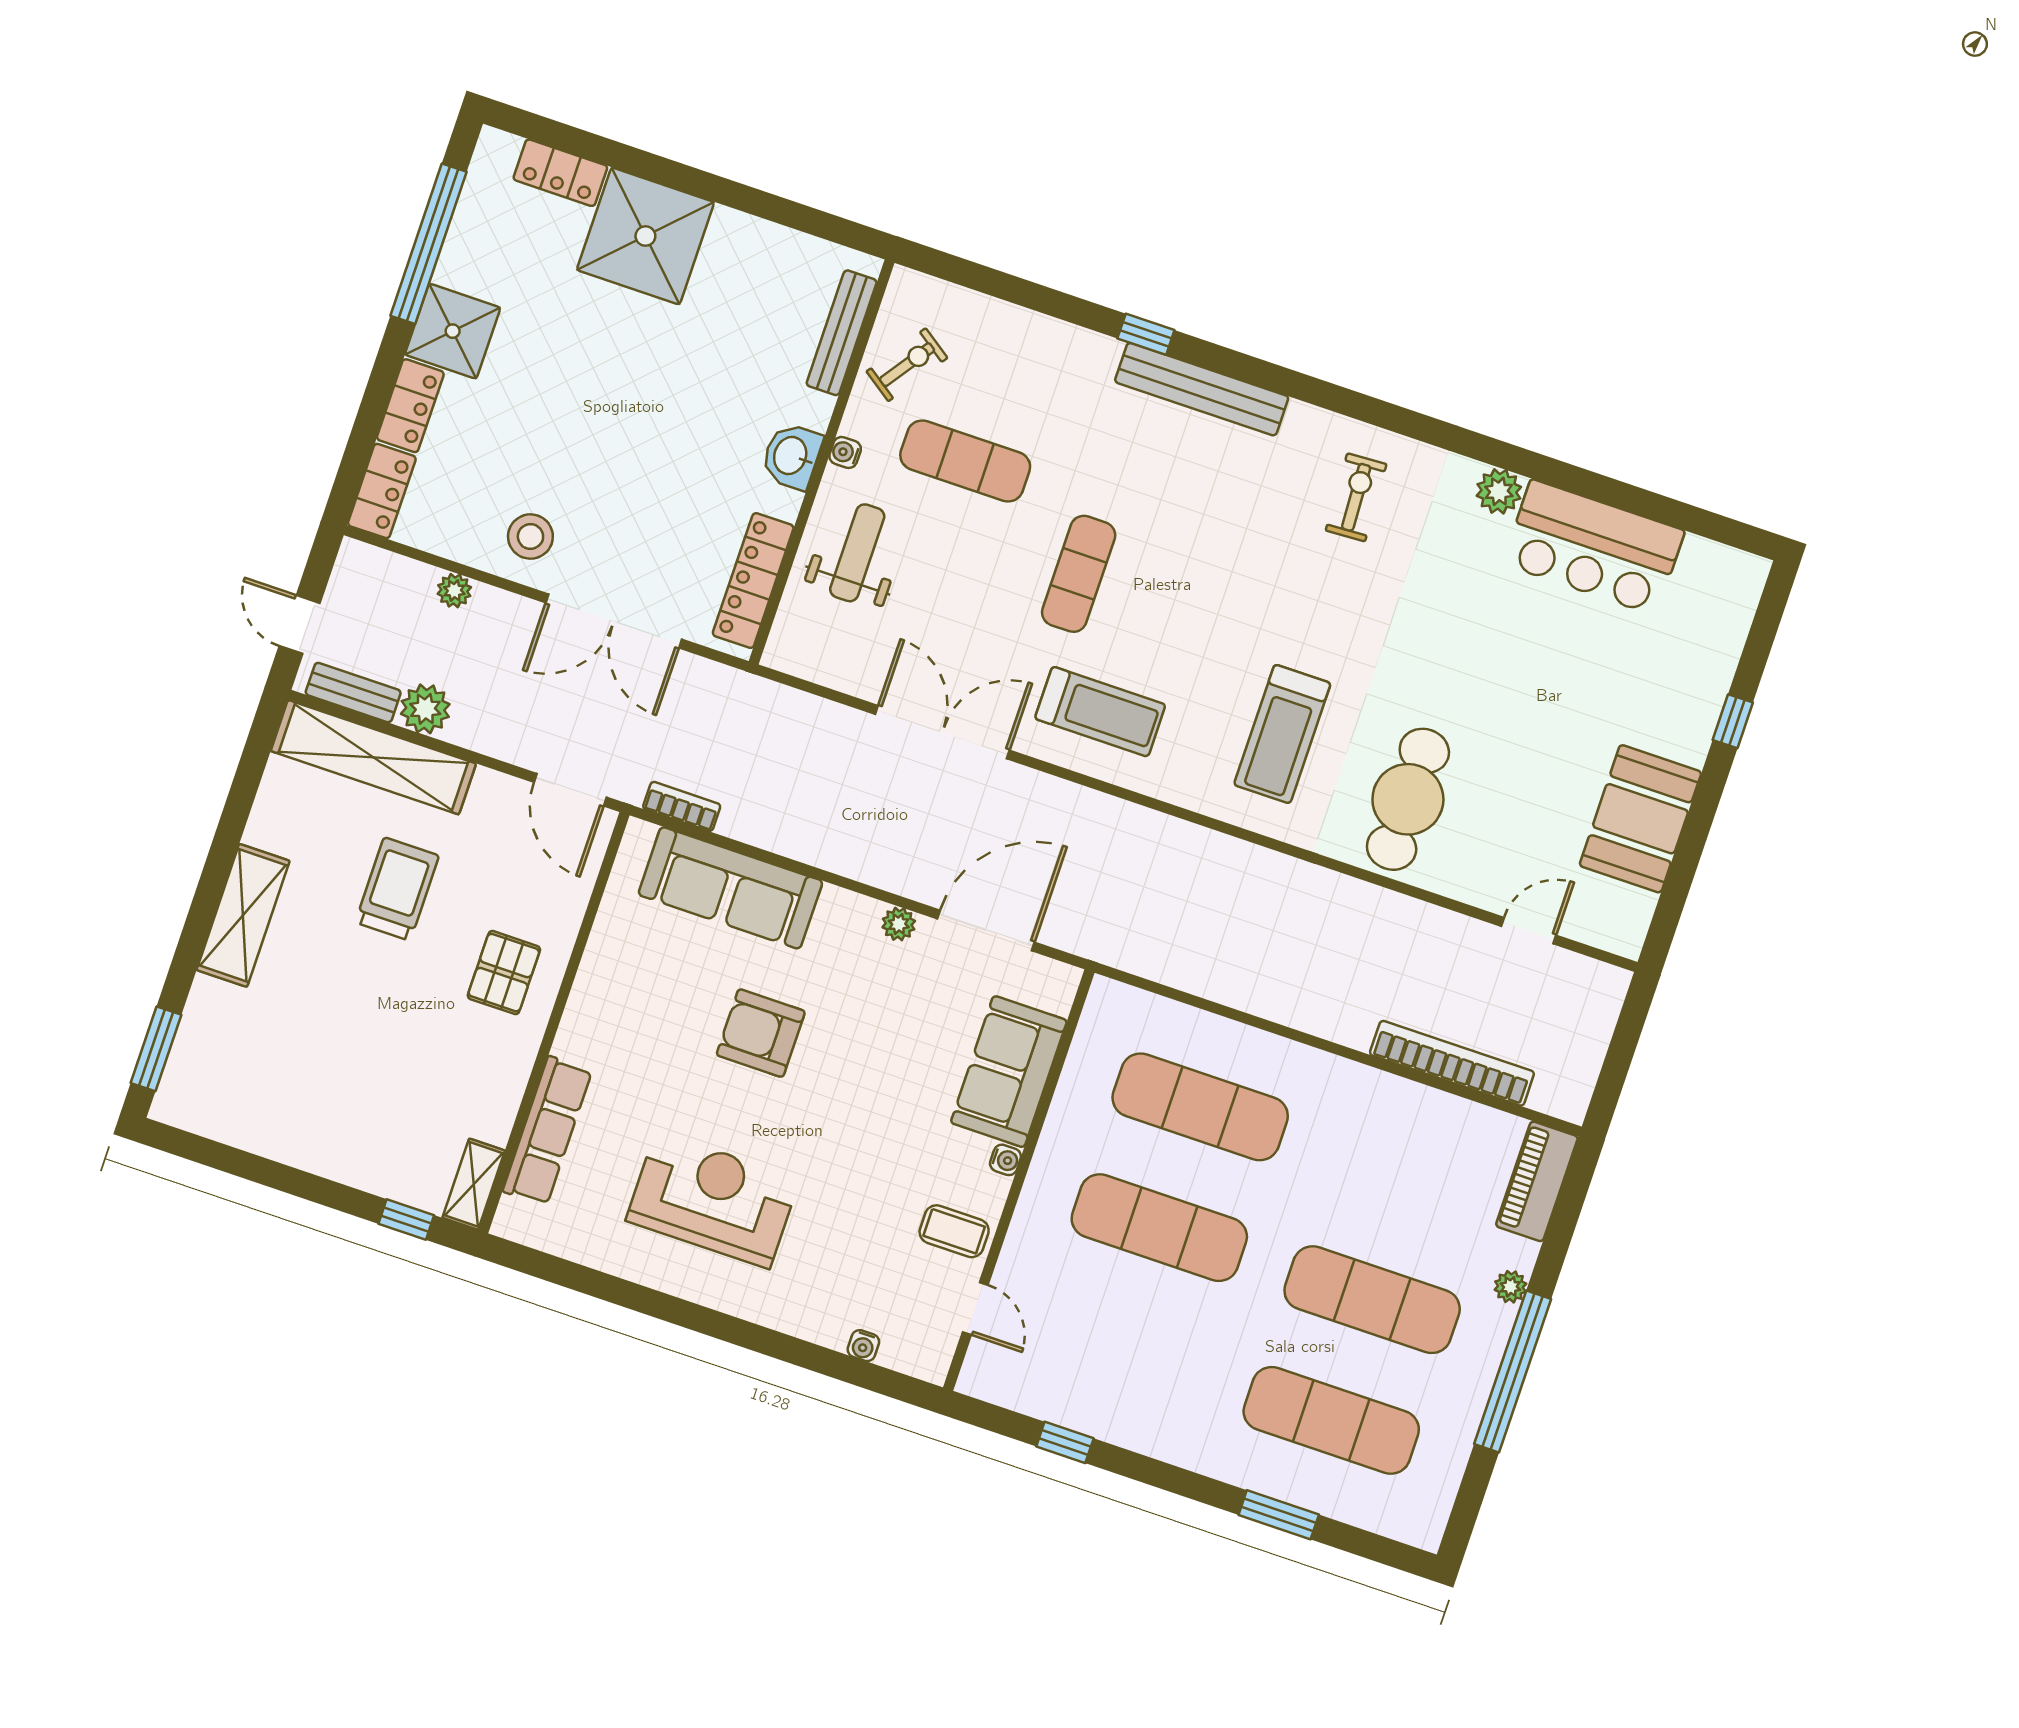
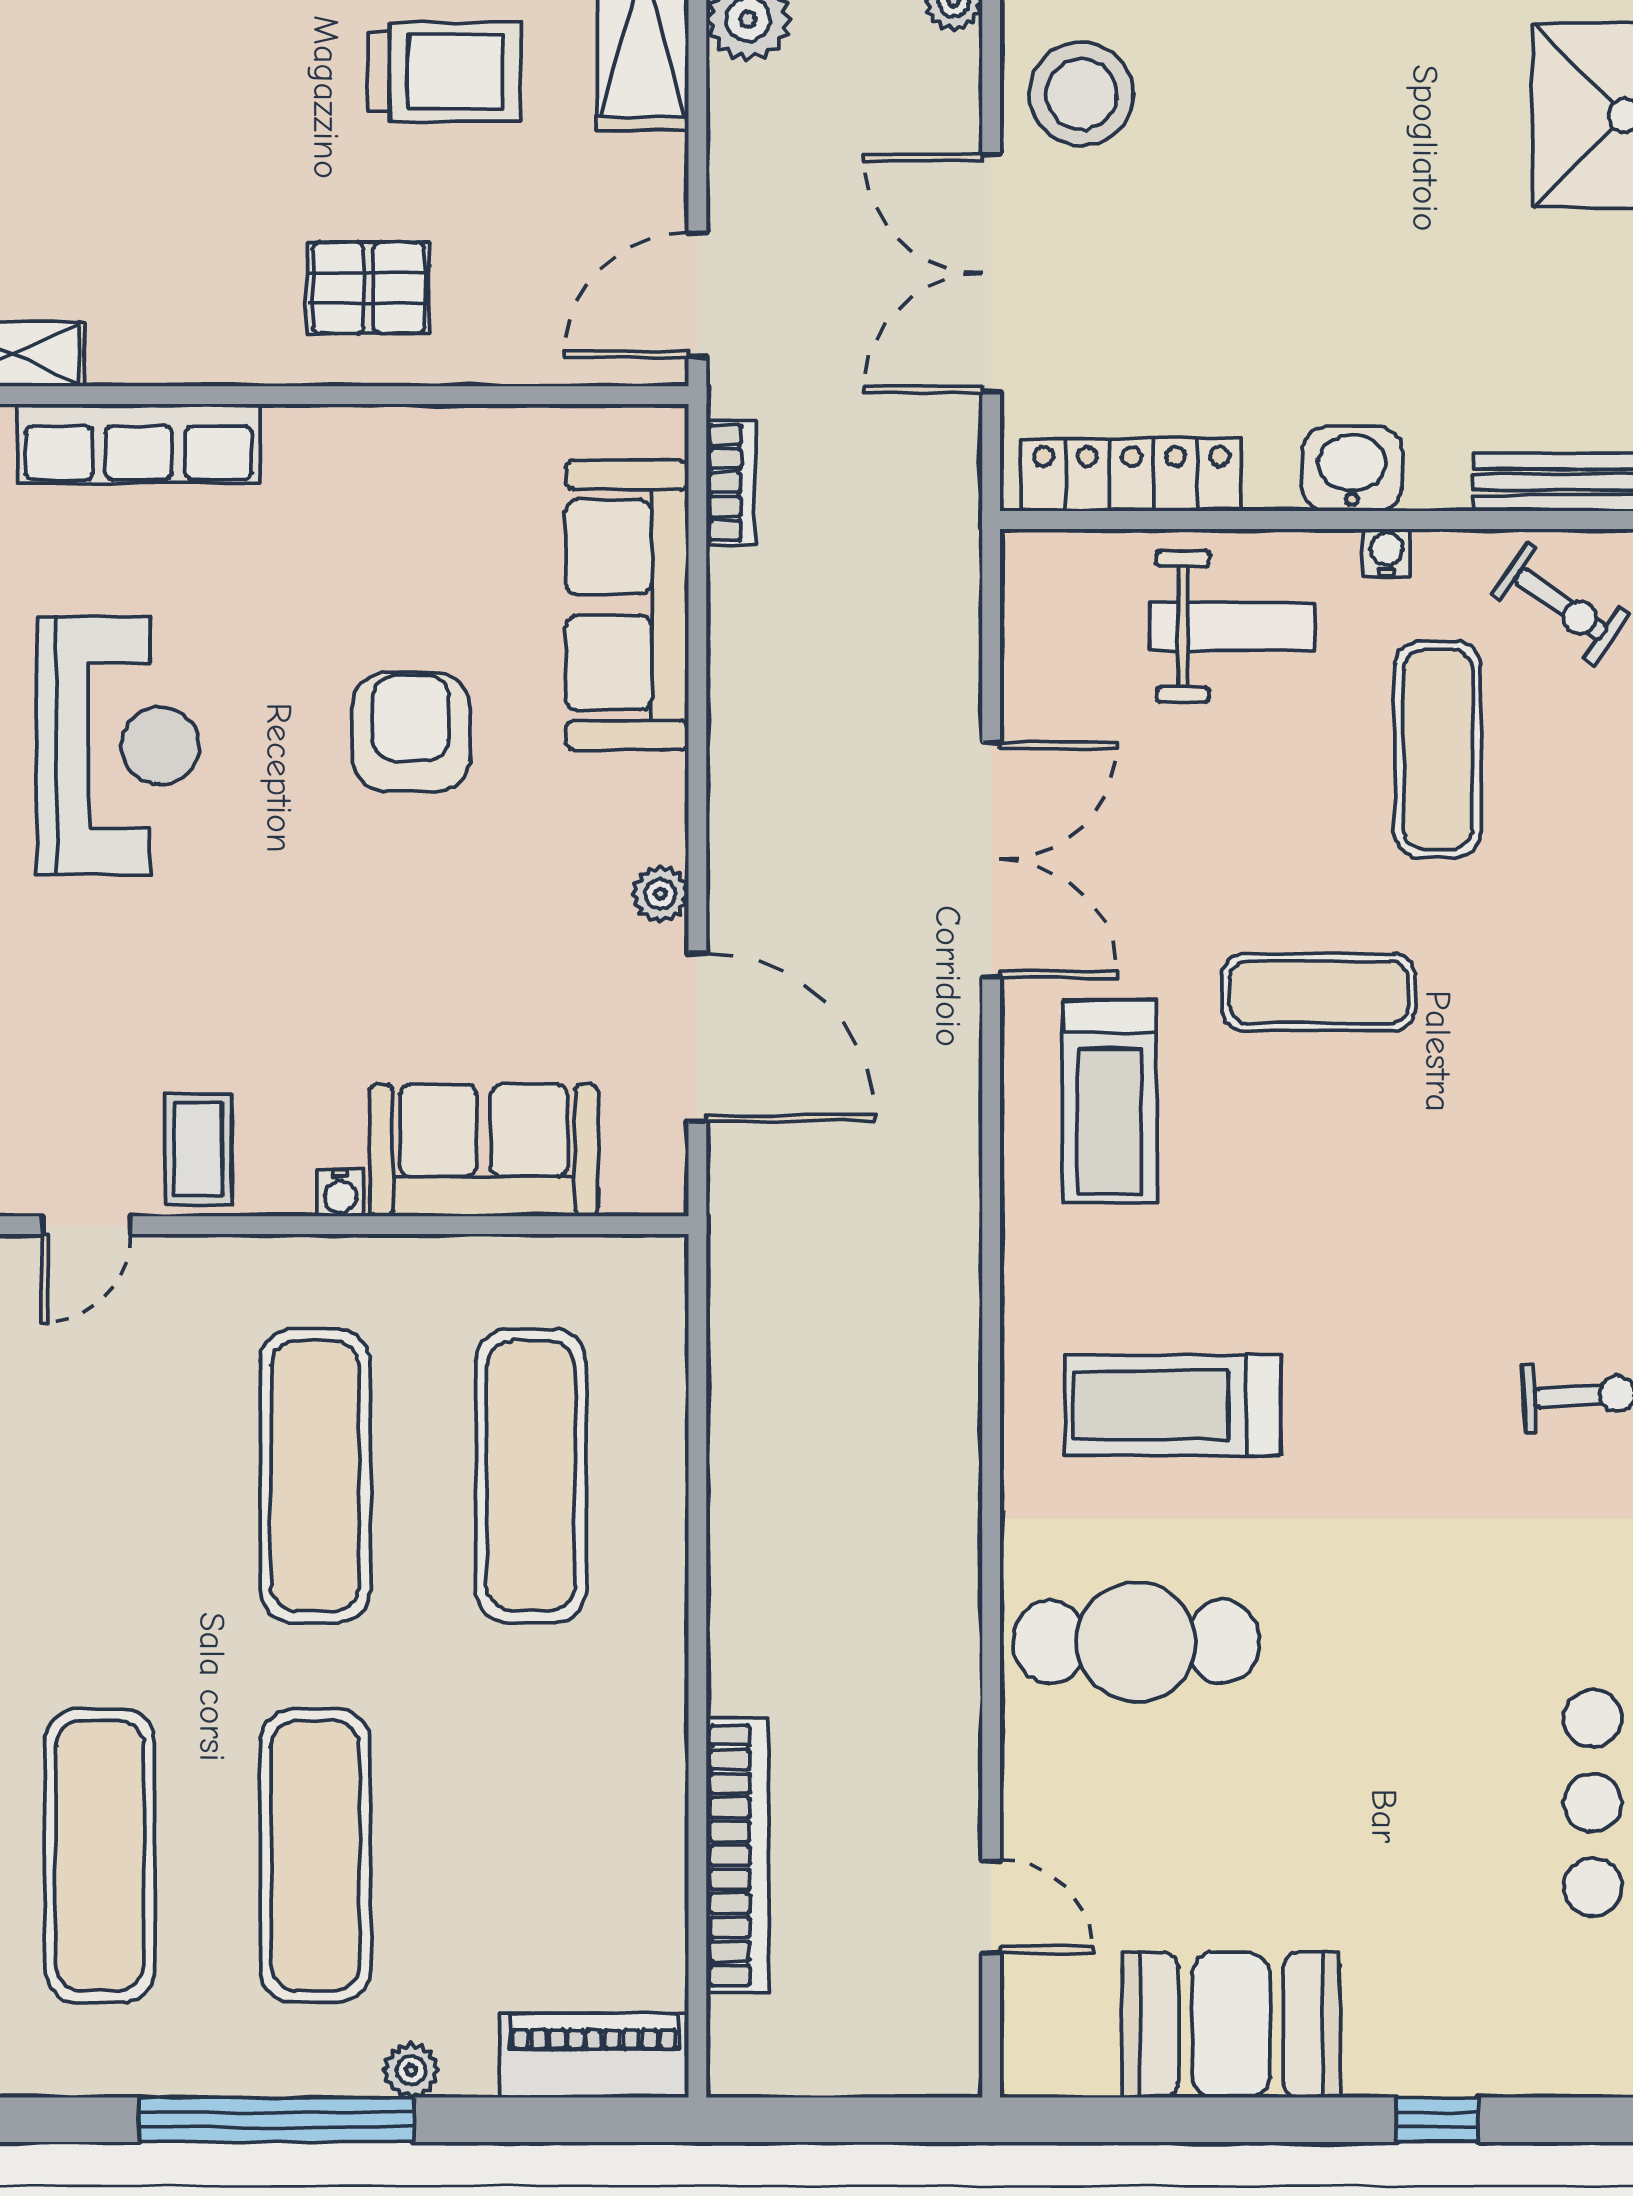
stool: (530, 537) -> (1081, 94), width x1.38, depth x1.38

